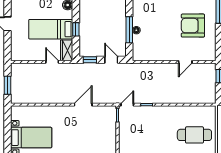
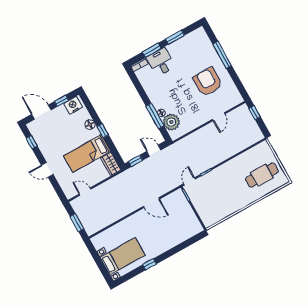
armchair: (193, 26) -> (208, 82), turned 90
window: (76, 29) -> (103, 131), moved
plant: (141, 43) -> (171, 122), added
door: (52, 62) -> (85, 192), moved
door: (83, 105) -> (151, 203), swing flipped

